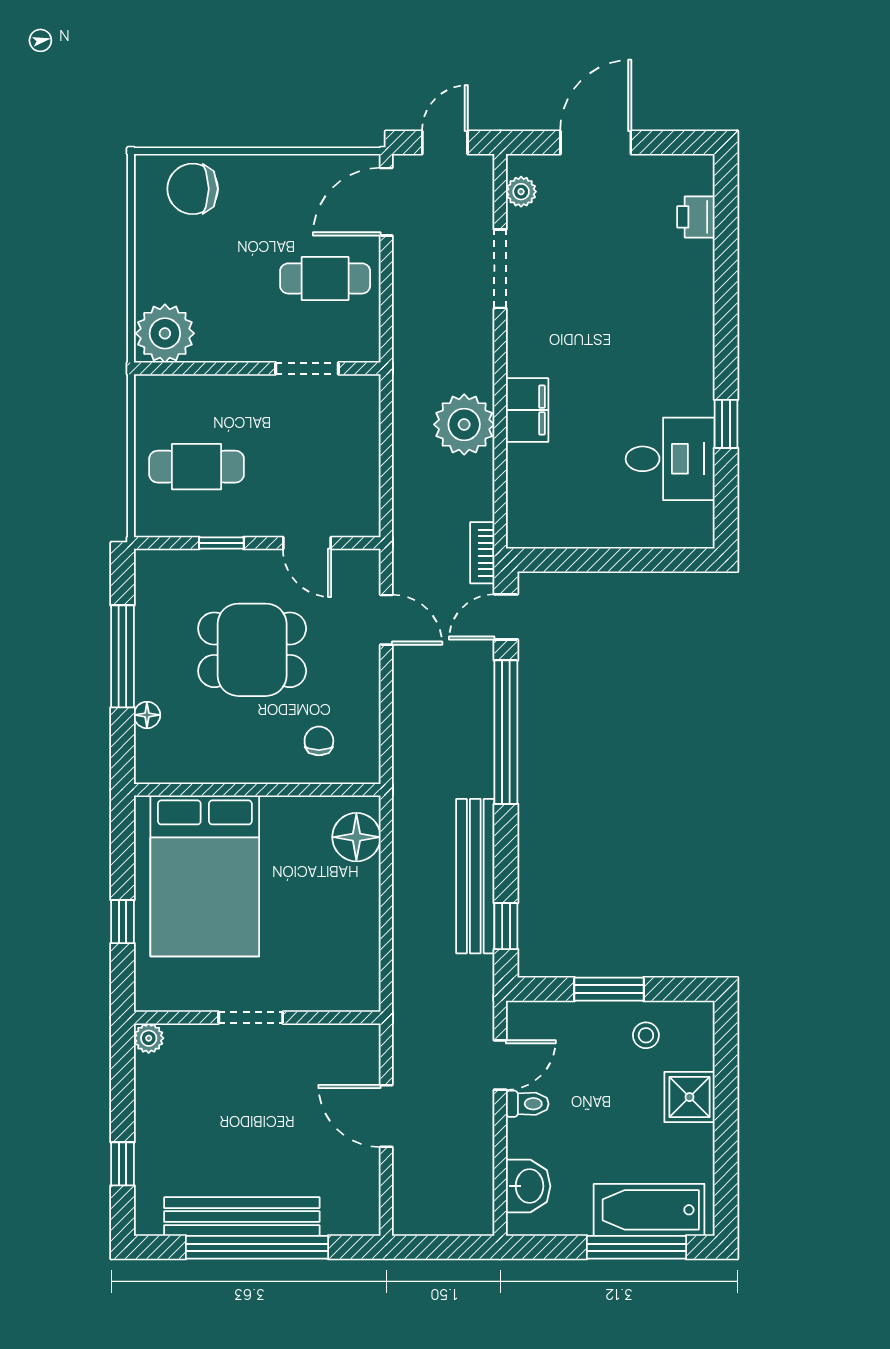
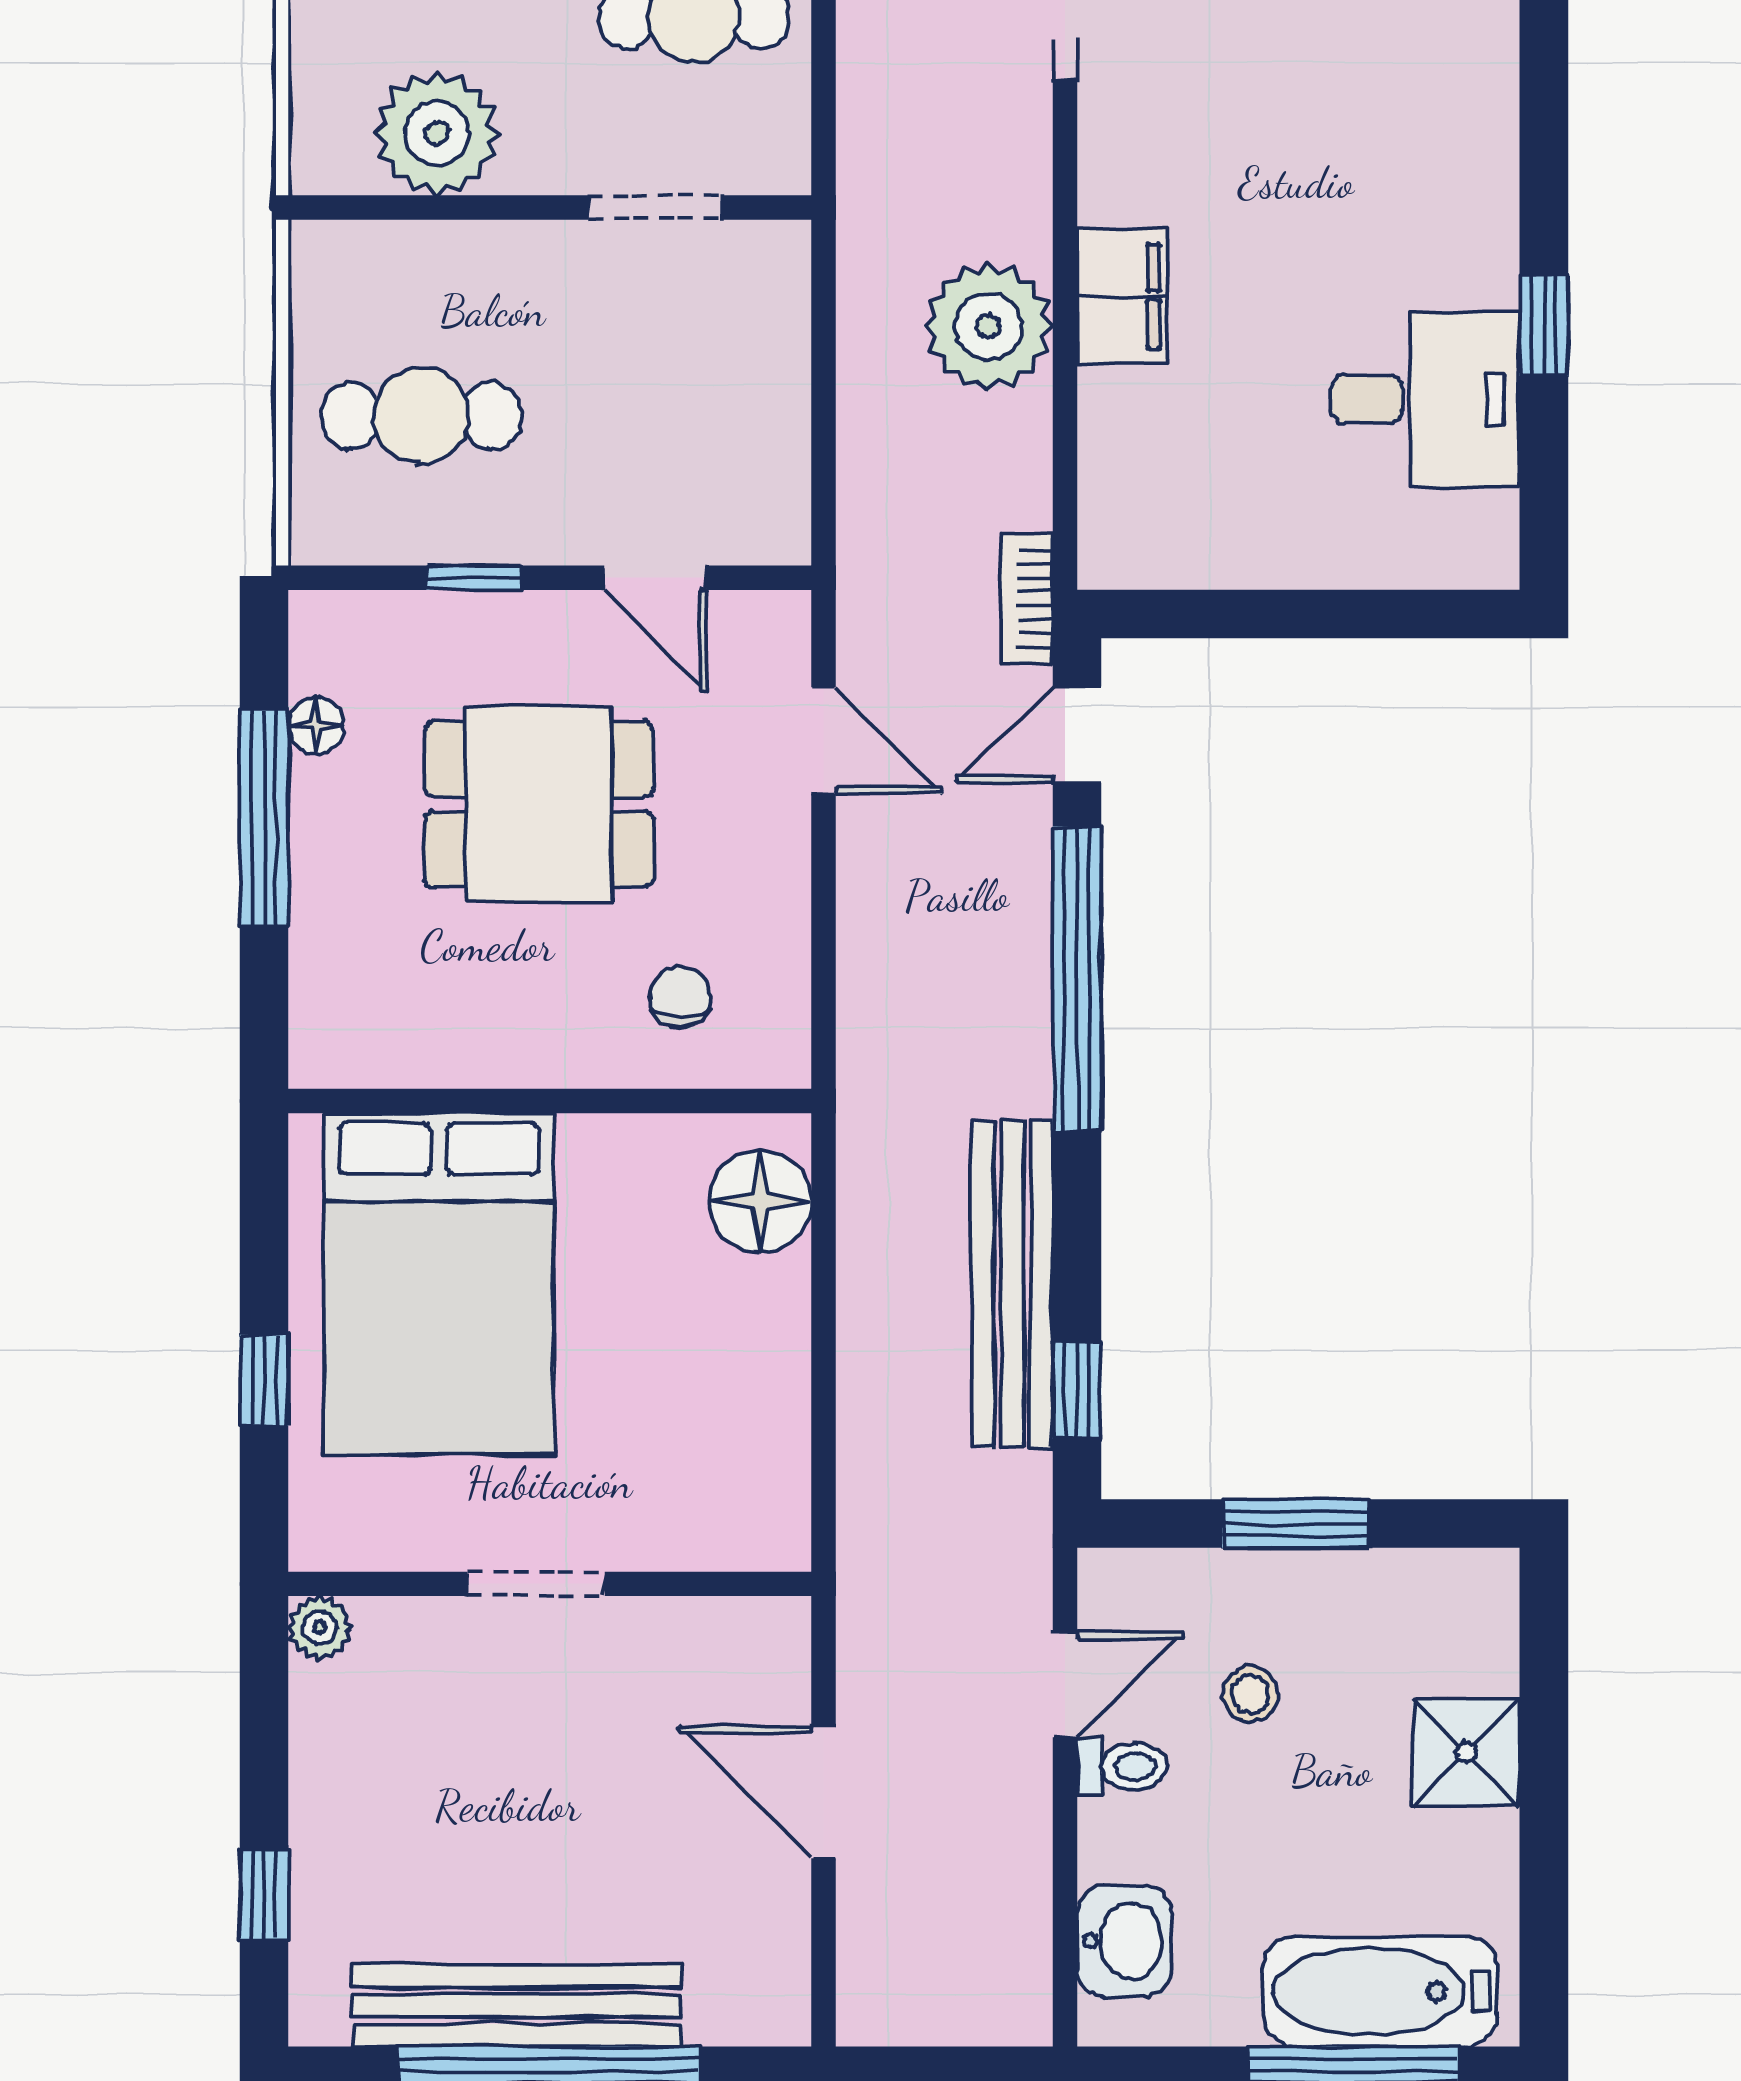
plant: (165, 333) -> (437, 133), moved
floor lamp: (147, 715) -> (316, 726), moved
stool: (646, 1035) -> (1250, 1694), moved

